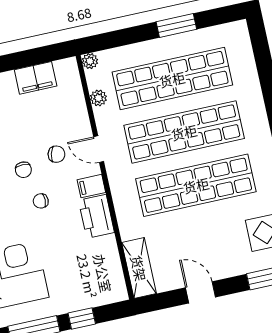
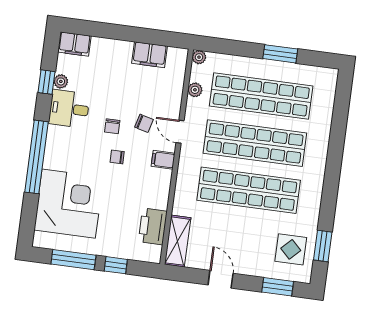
printer: (96, 216) -> (153, 226), moved

